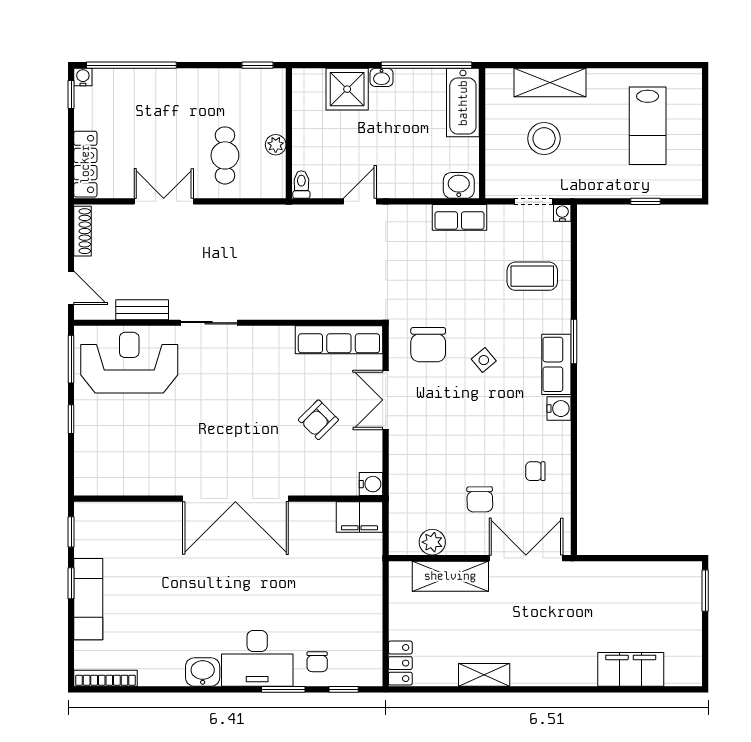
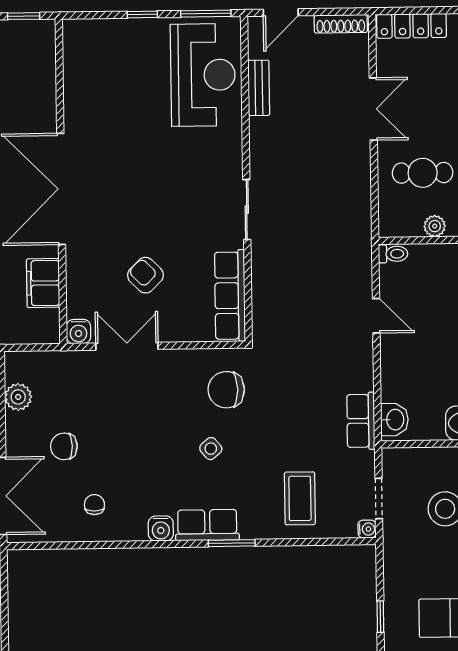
sliding door: (209, 323) -> (247, 210), moved
double door: (386, 400) -> (127, 346), moved
filing cabinet: (359, 517) -> (43, 283), moved

